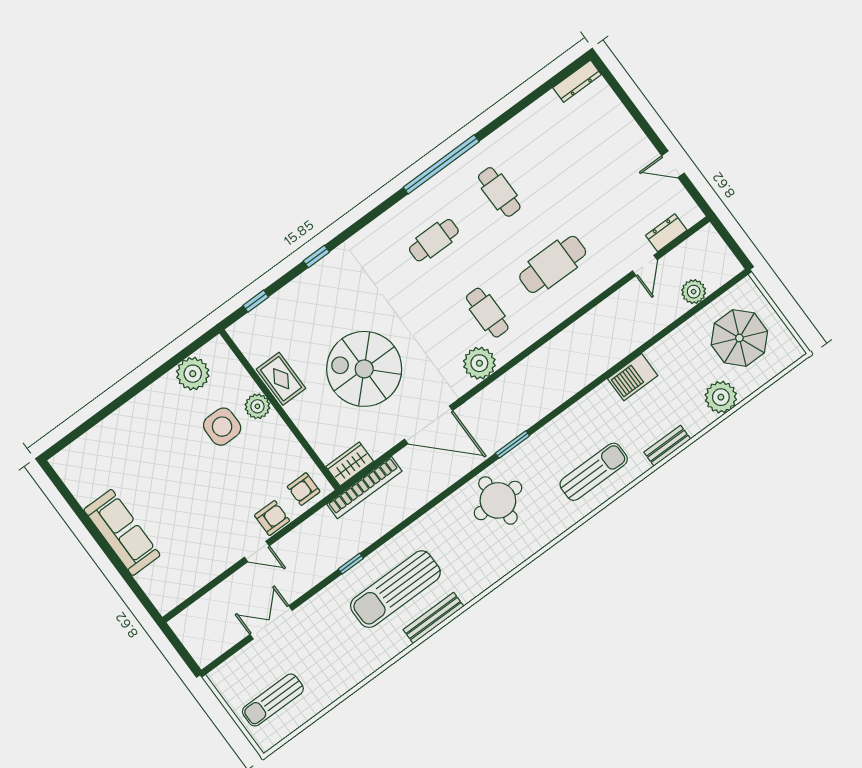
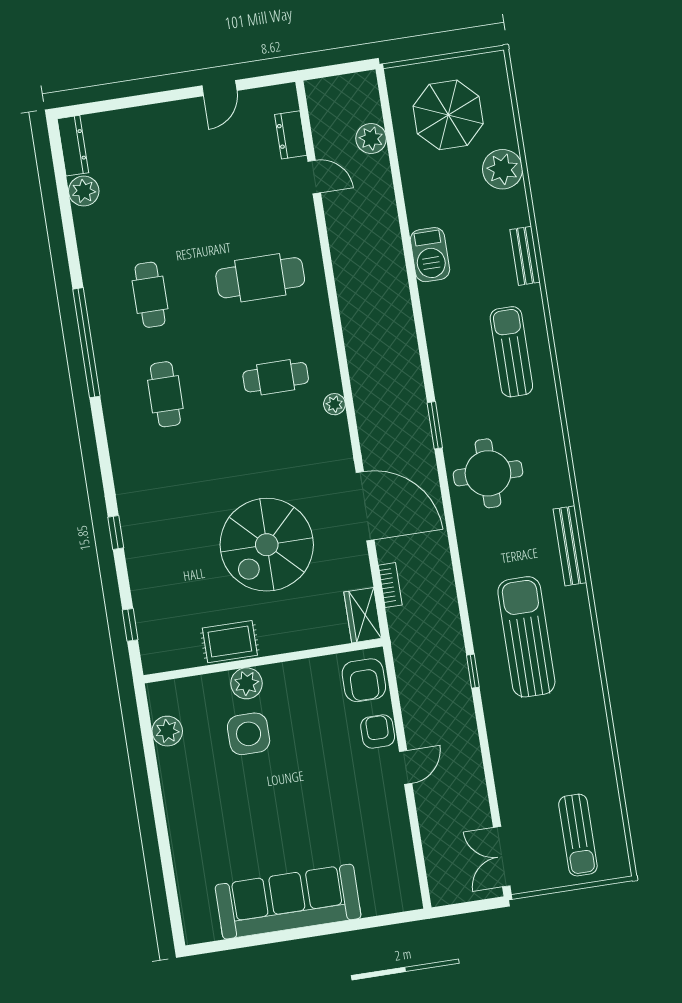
plant: (549, 106) -> (84, 191), added
cafe table: (499, 192) -> (150, 295), turned 90
cafe table: (553, 264) -> (260, 278), turned 90
plant: (479, 363) -> (334, 404), width x0.53, depth x0.53
plant: (193, 374) -> (167, 731), width x0.73, depth x0.73
door: (429, 425) -> (365, 506), hinge flipped
bookcase: (364, 488) -> (390, 585), width x0.43, depth x0.76
armchair: (304, 489) -> (364, 680), width x1.38, depth x1.38
sofa: (122, 532) -> (288, 902), width x1.36, depth x1.27
sun lounger: (395, 589) -> (526, 637), turned 180
bench: (433, 618) -> (570, 546), moved
double door: (271, 622) -> (502, 857), moved

